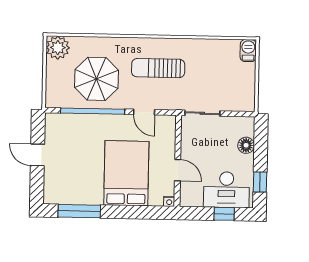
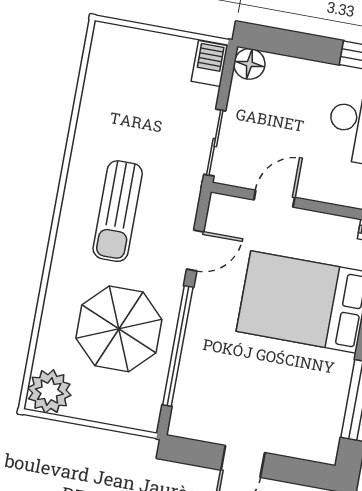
barbecue: (248, 51) -> (210, 64), moved, turned 90
floor lamp: (246, 145) -> (249, 64), moved
door: (178, 170) -> (274, 199), moved

